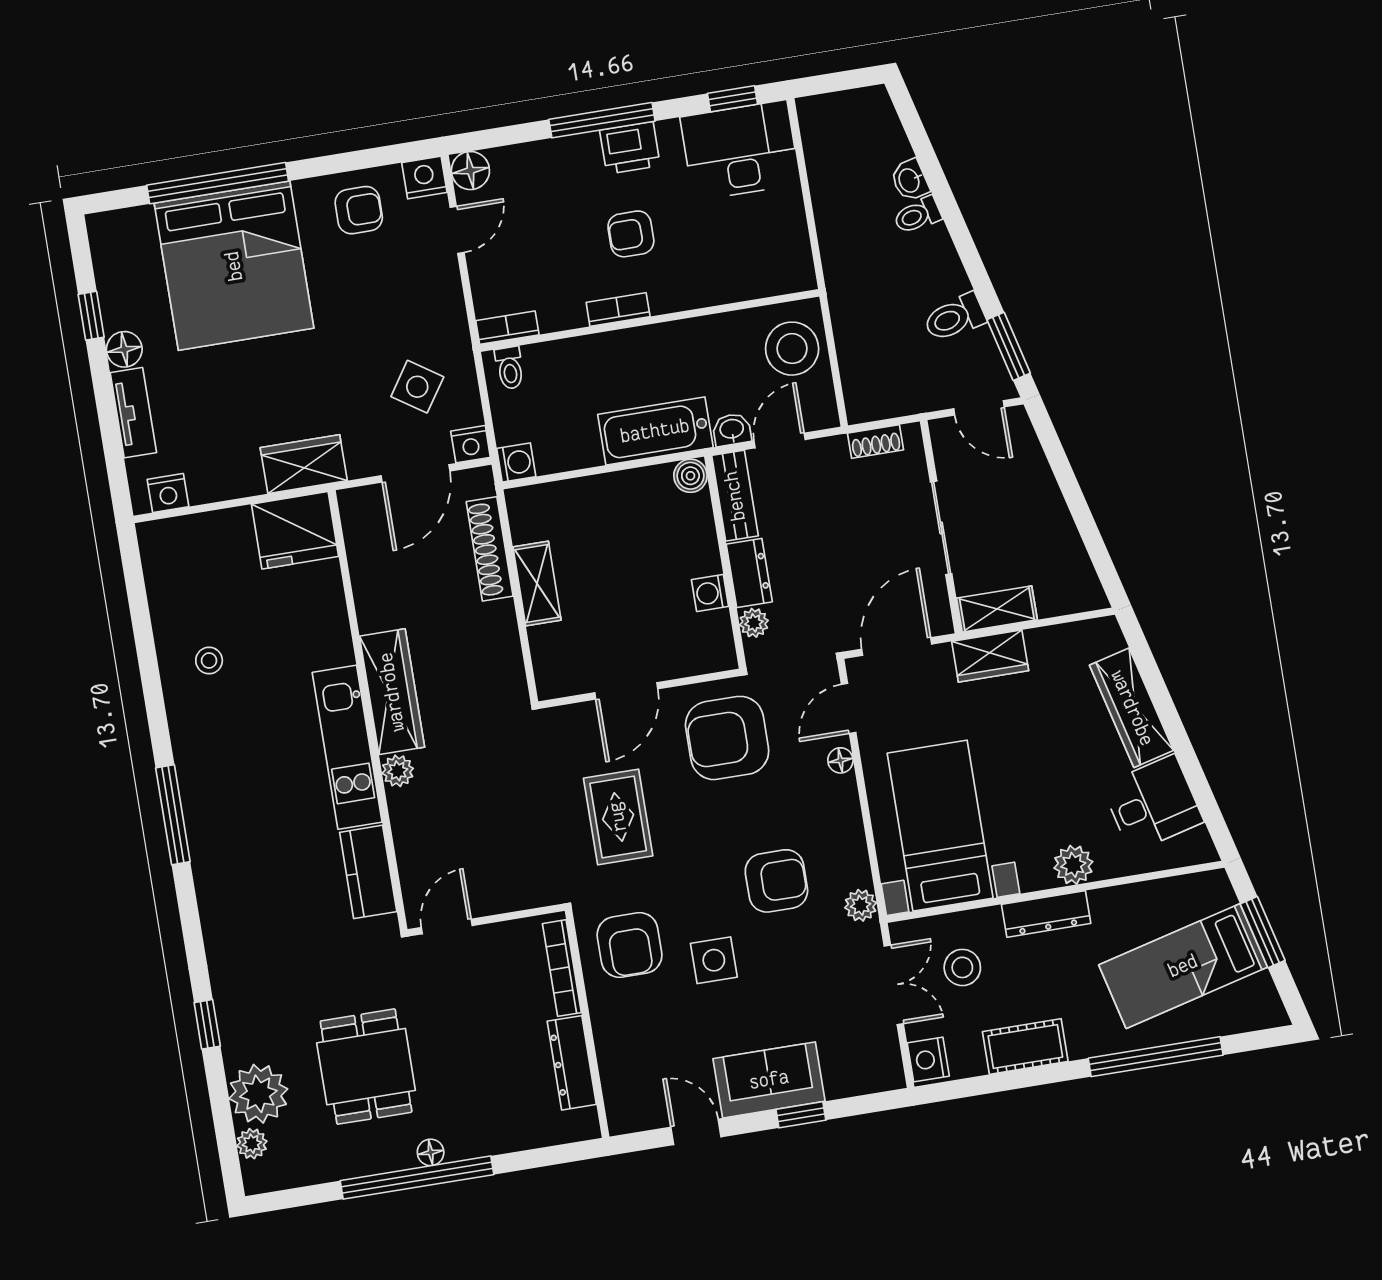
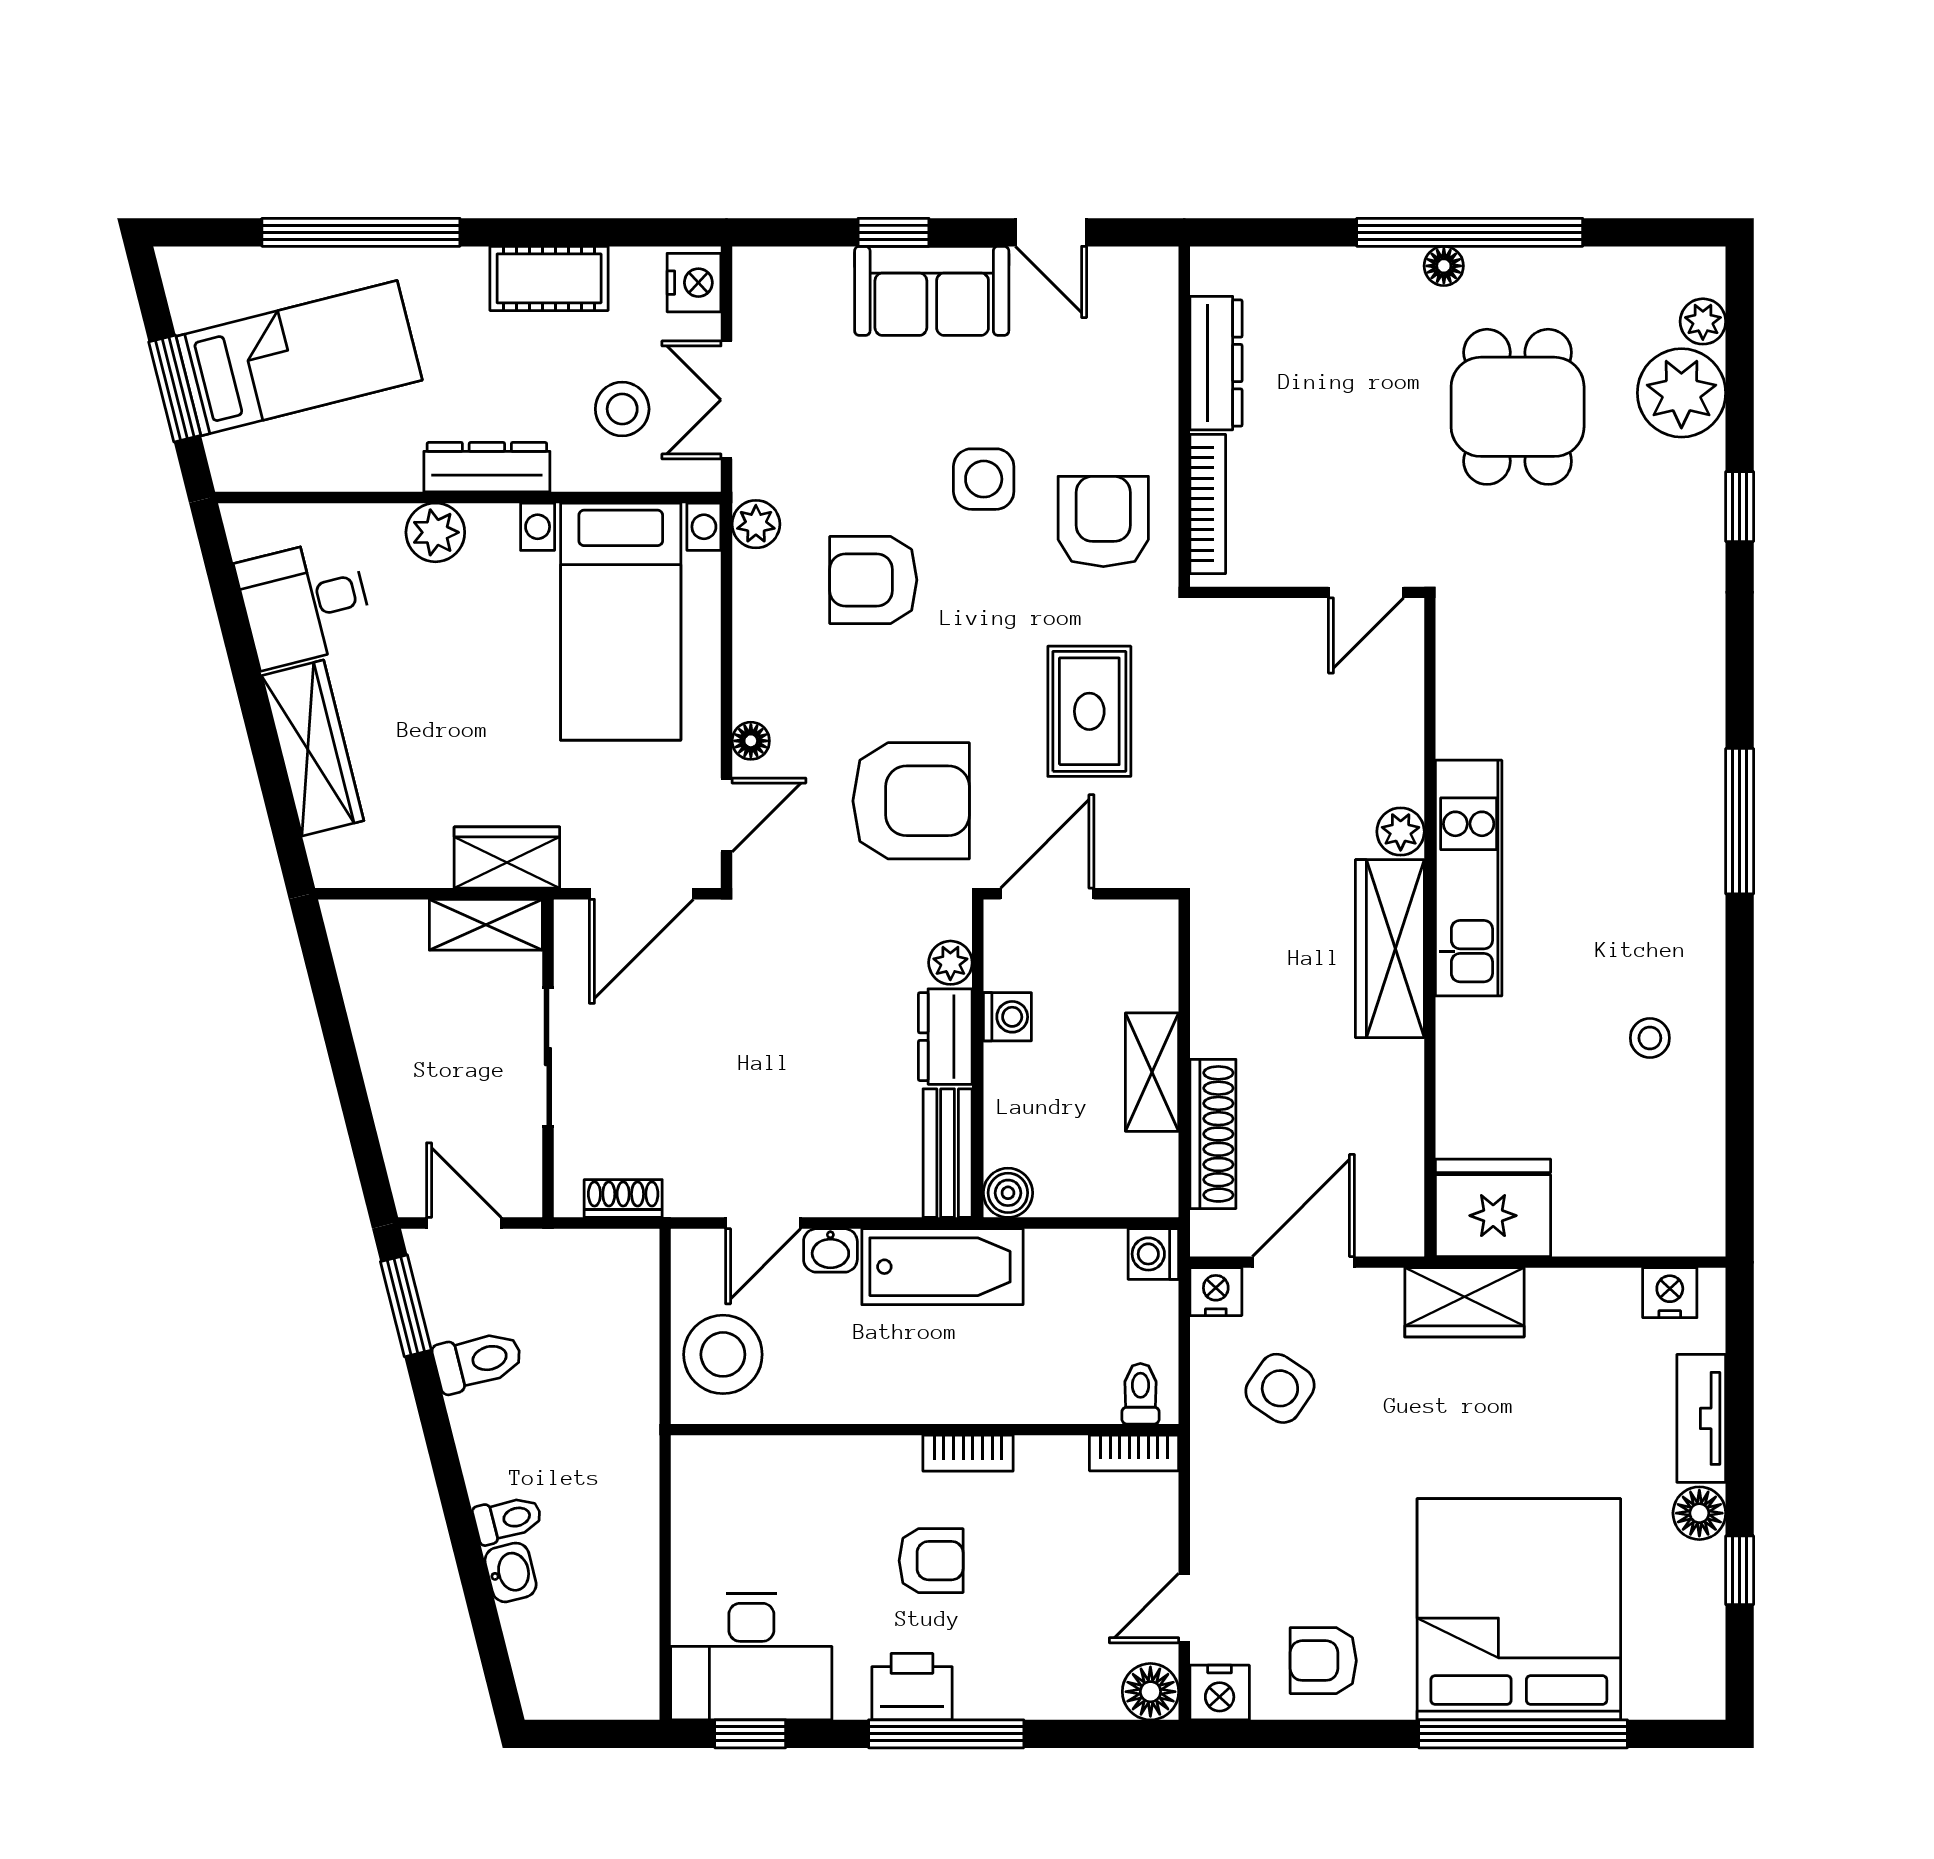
boiler: (690, 476) -> (1008, 1193), moved
bench: (735, 496) -> (948, 1153), moved
wall: (725, 562) -> (978, 1058), moved
dresser: (749, 573) -> (945, 1037), moved
washing machine: (710, 593) -> (1007, 1017), moved
plant: (754, 623) -> (950, 963), moved
kitchen counter: (368, 872) -> (1468, 691), removed

